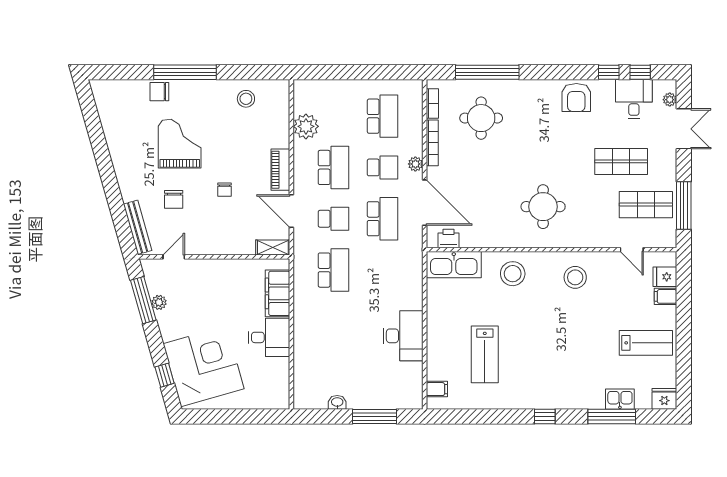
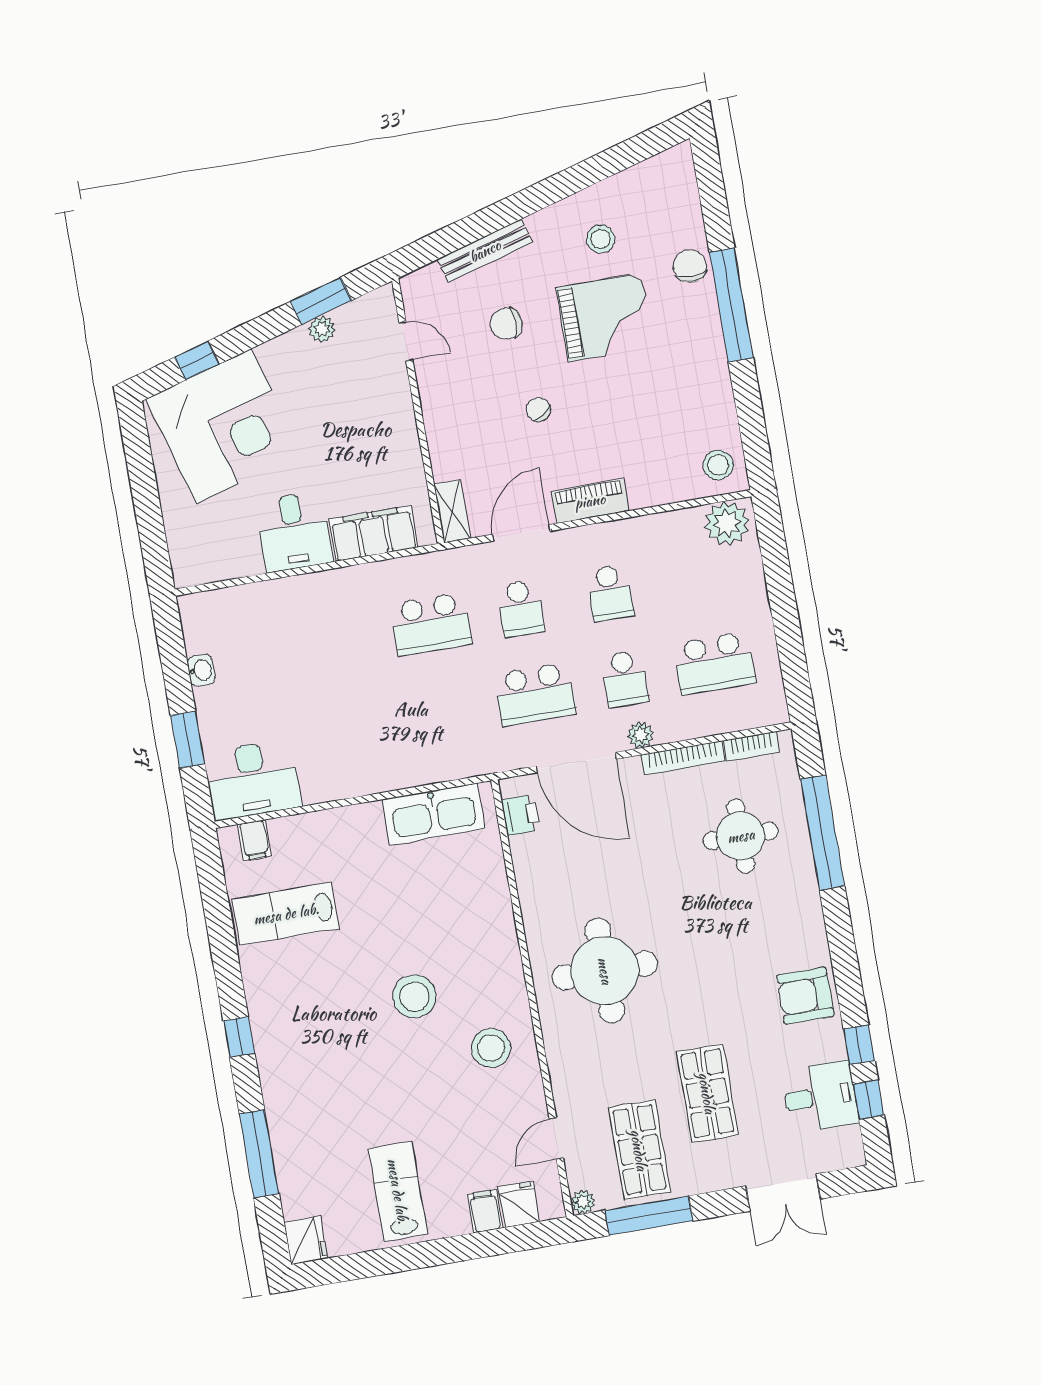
stool: (246, 99) -> (718, 465), moved
plant: (670, 100) -> (583, 1202), moved
plant: (306, 126) -> (727, 523), moved
stool: (136, 139) -> (601, 239), added
school desk: (333, 167) -> (610, 593), width x0.54
chair: (225, 190) -> (538, 410), turned 58
door: (425, 203) -> (576, 763), hinge flipped
round table: (543, 207) -> (605, 971), width x1.36, depth x1.36
bench: (138, 227) -> (485, 251), moved
kitchen sink: (454, 265) -> (434, 814), moved, turned -90
stool: (513, 274) -> (414, 996), moved
window: (143, 300) -> (321, 301), width x0.69
desk: (403, 336) -> (252, 780), moved
lab bench: (646, 343) -> (398, 1191), turned 180
lab bench: (485, 354) -> (286, 914), moved
kitchen sink: (620, 399) -> (292, 1163), removed
window: (374, 417) -> (188, 740), width x0.69

